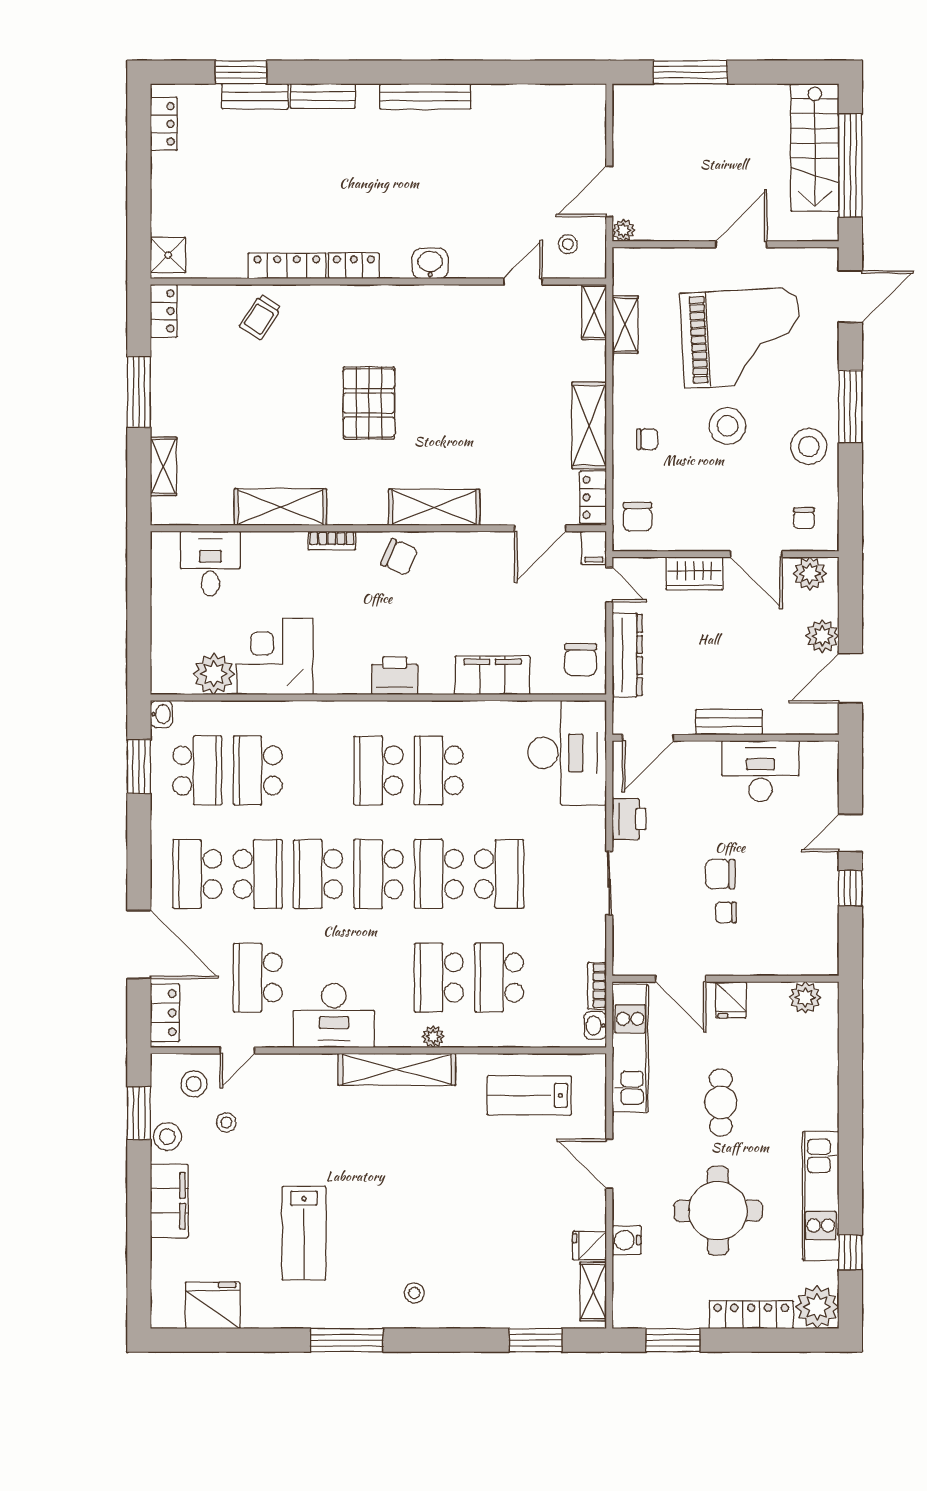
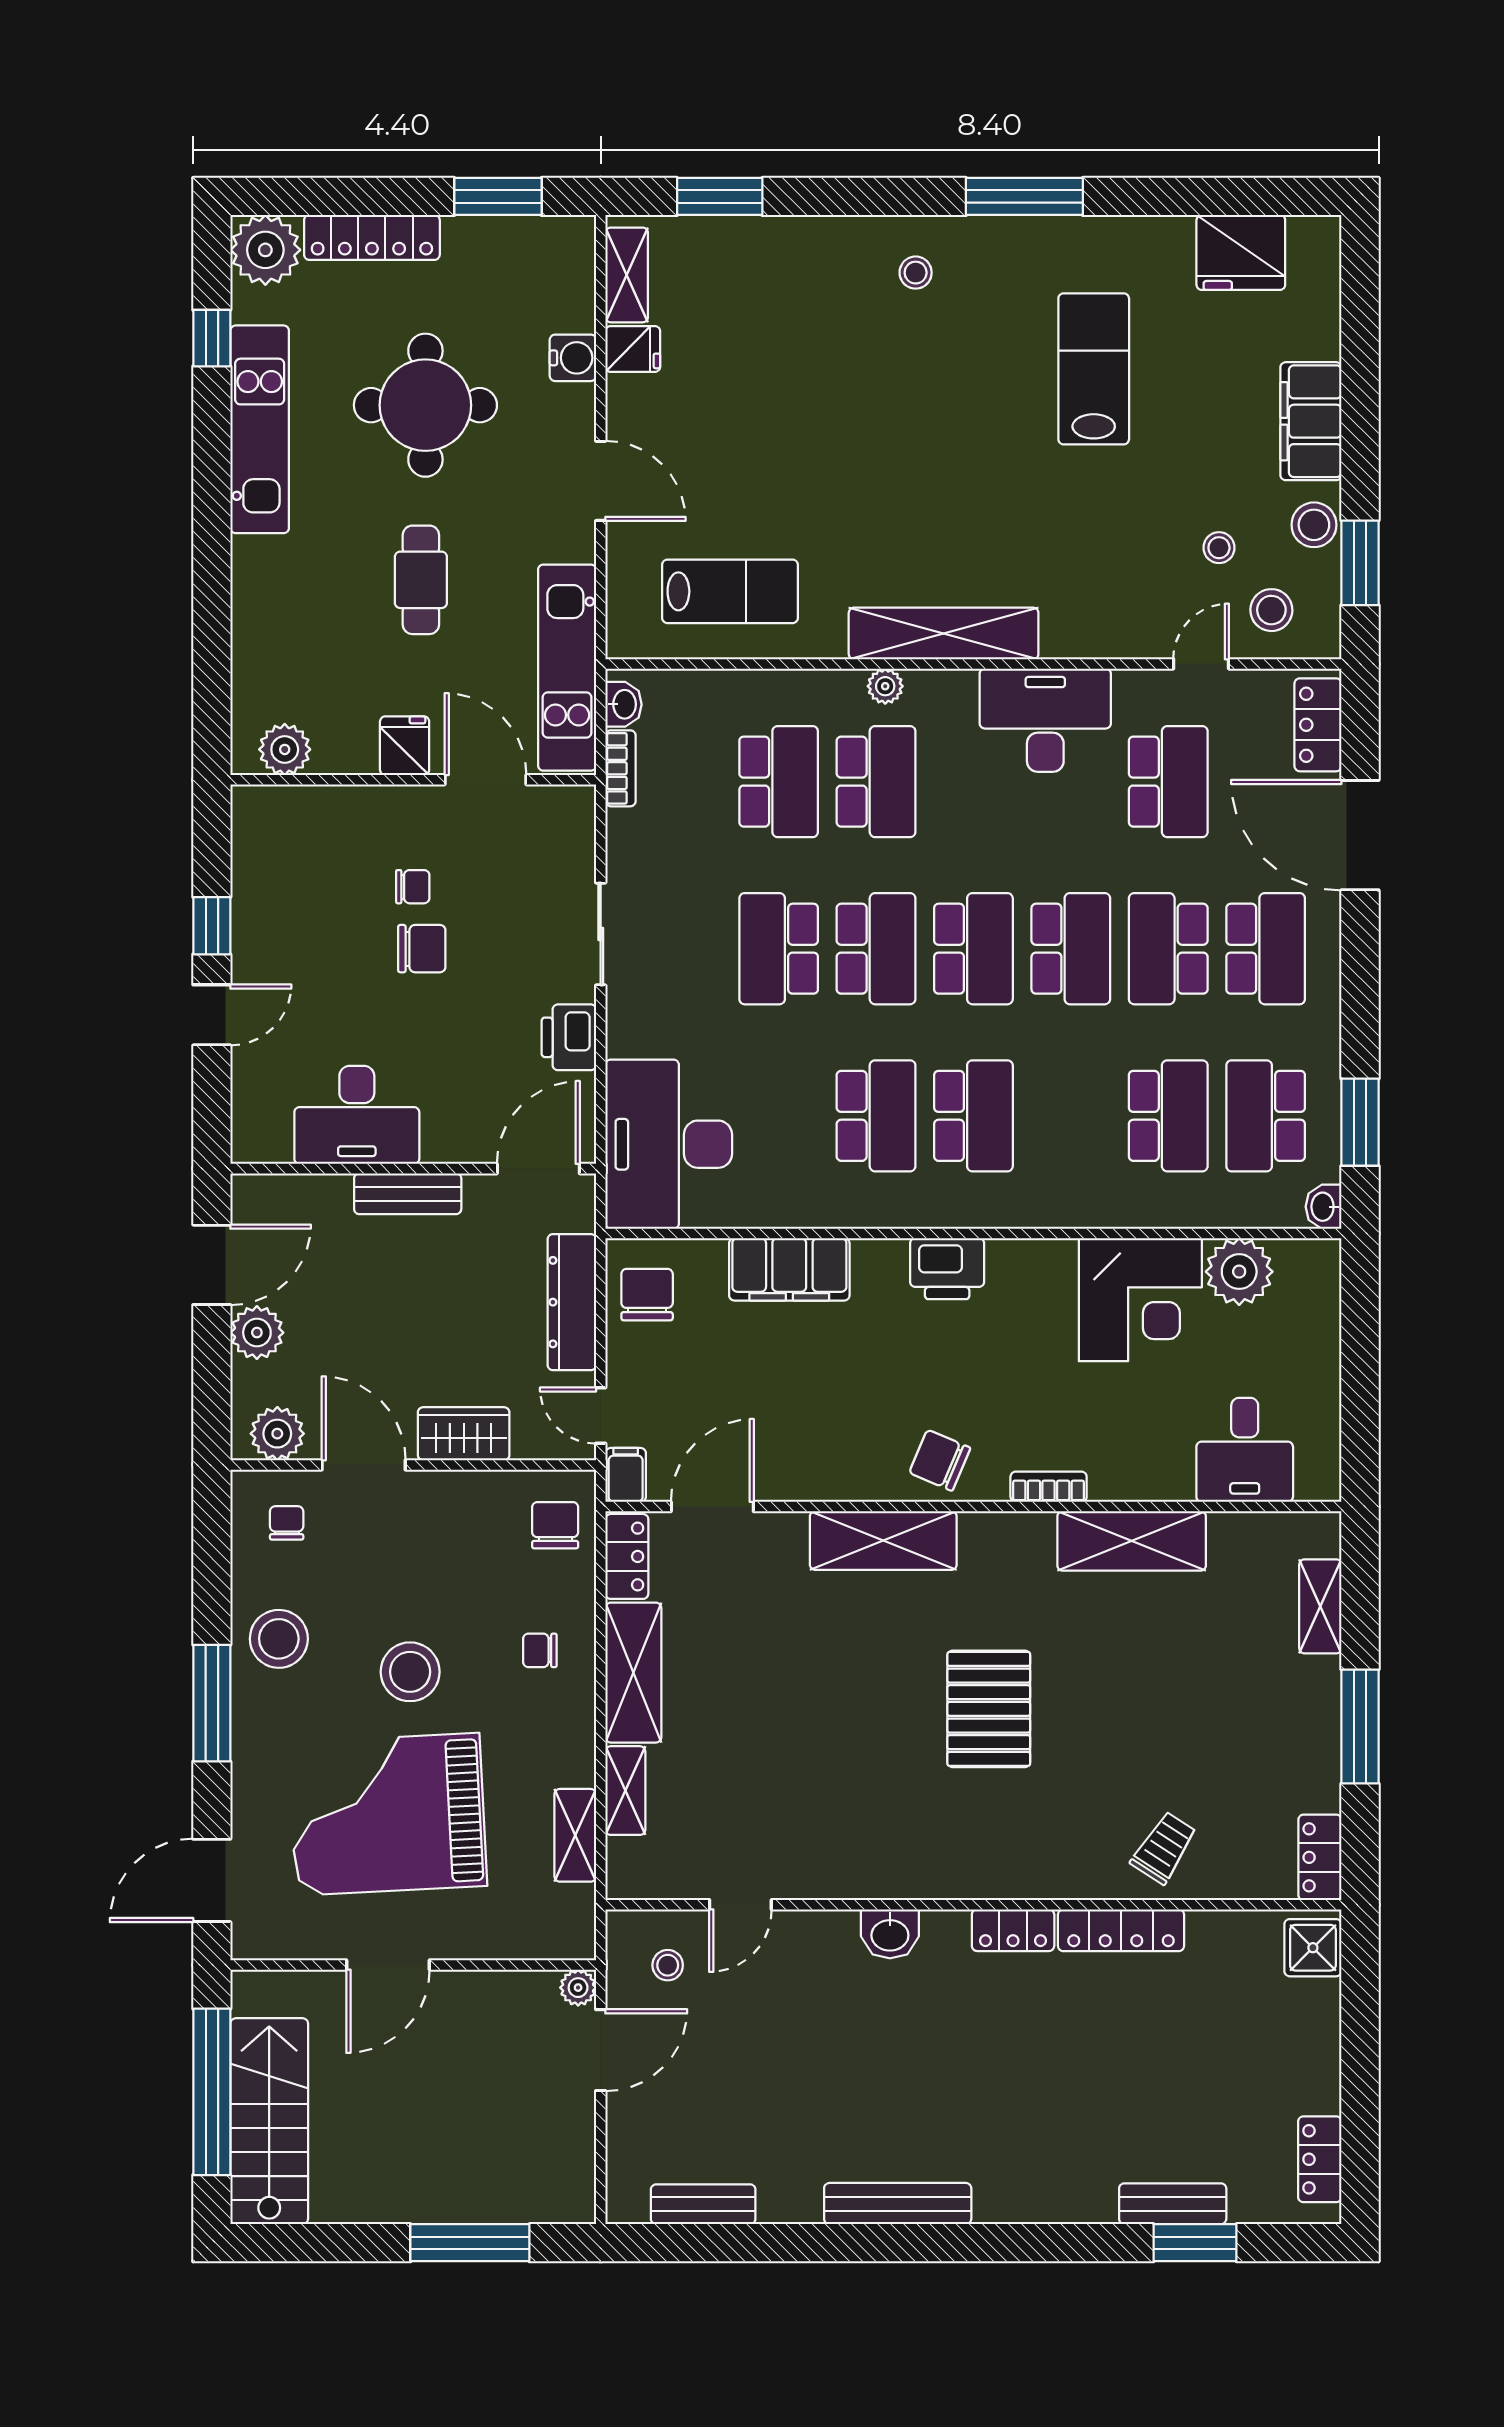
bench: (323, 96) -> (703, 2204), moved
shelving: (594, 312) -> (625, 1791), moved

